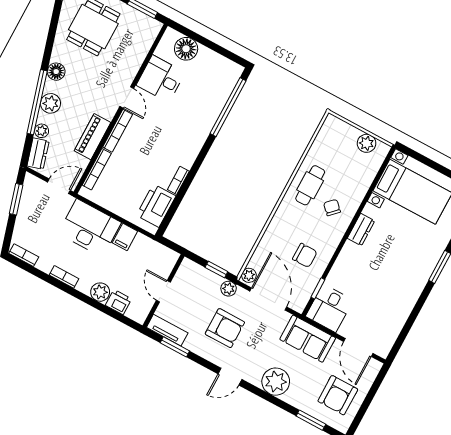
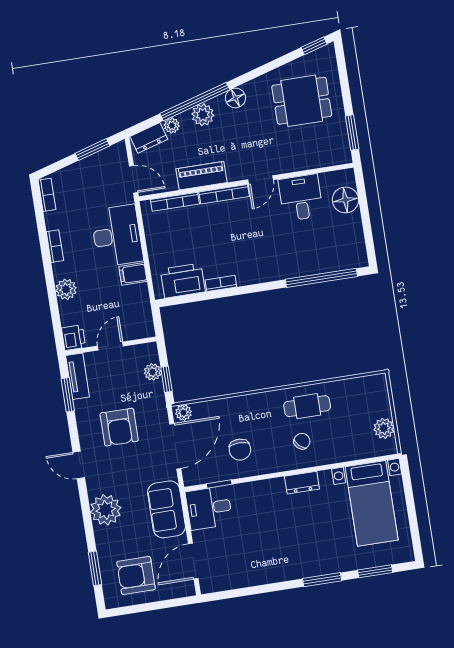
plant: (229, 289) -> (153, 372), moved
printer: (118, 302) -> (74, 338), moved

